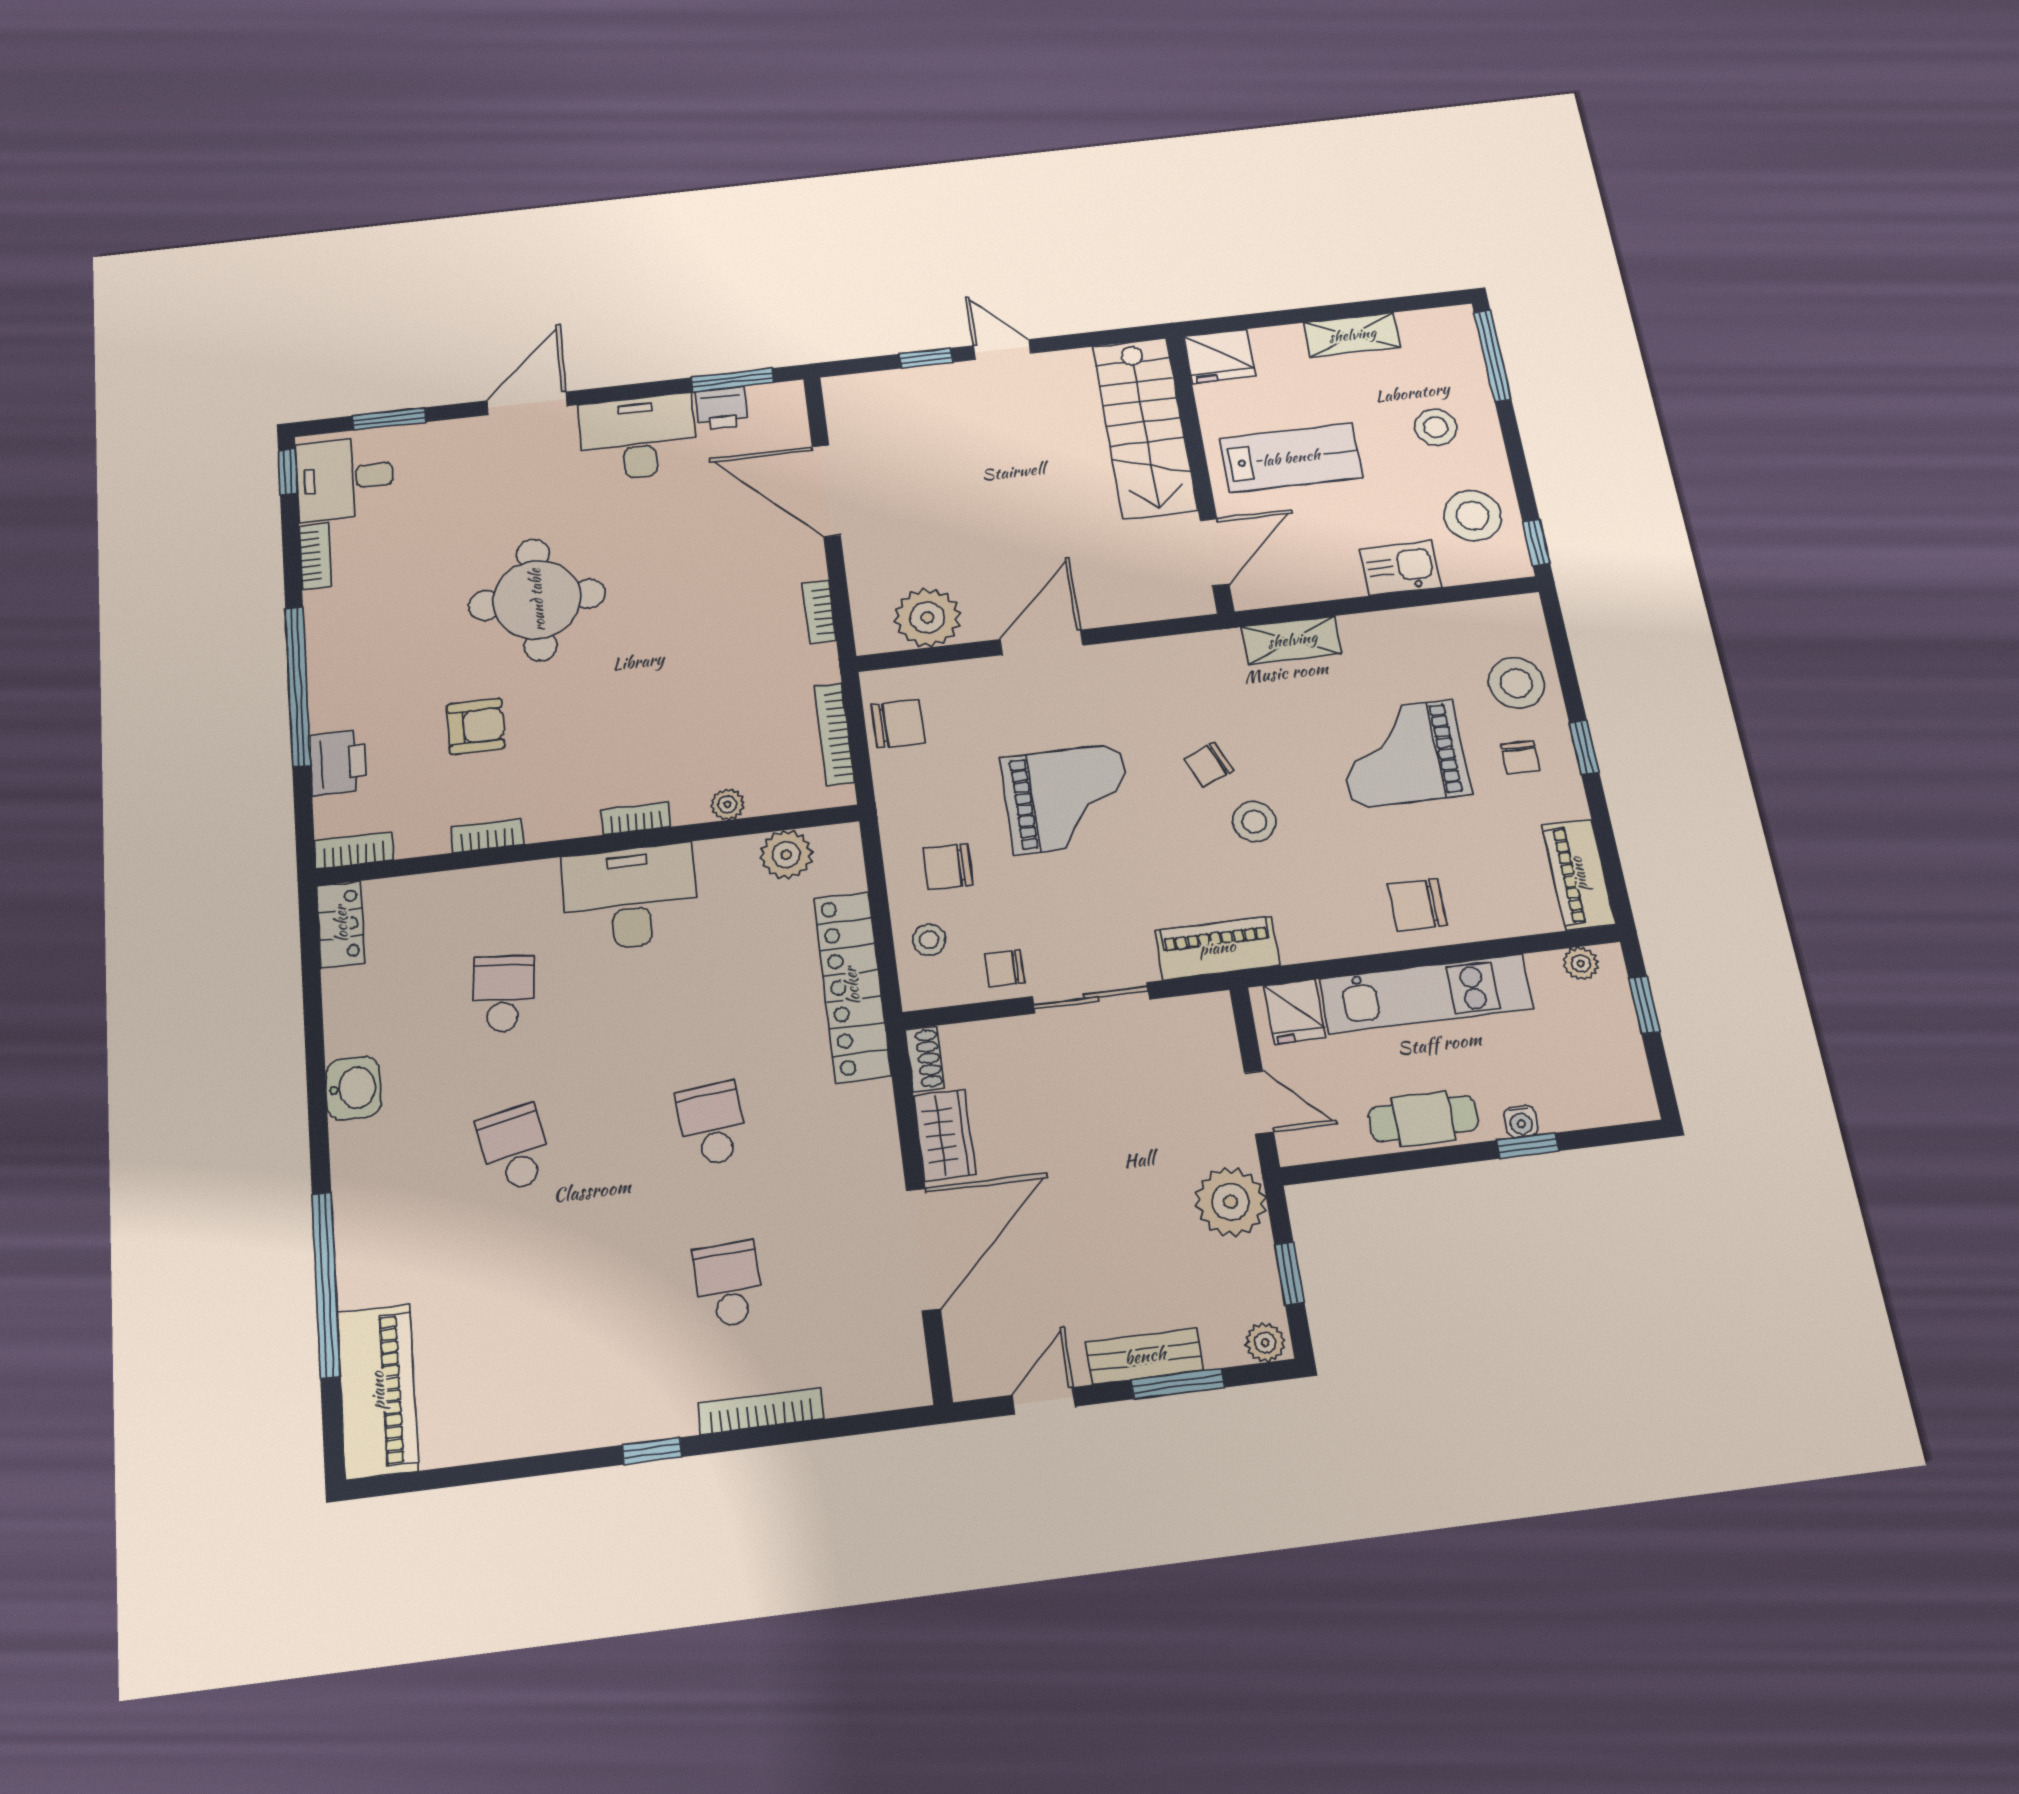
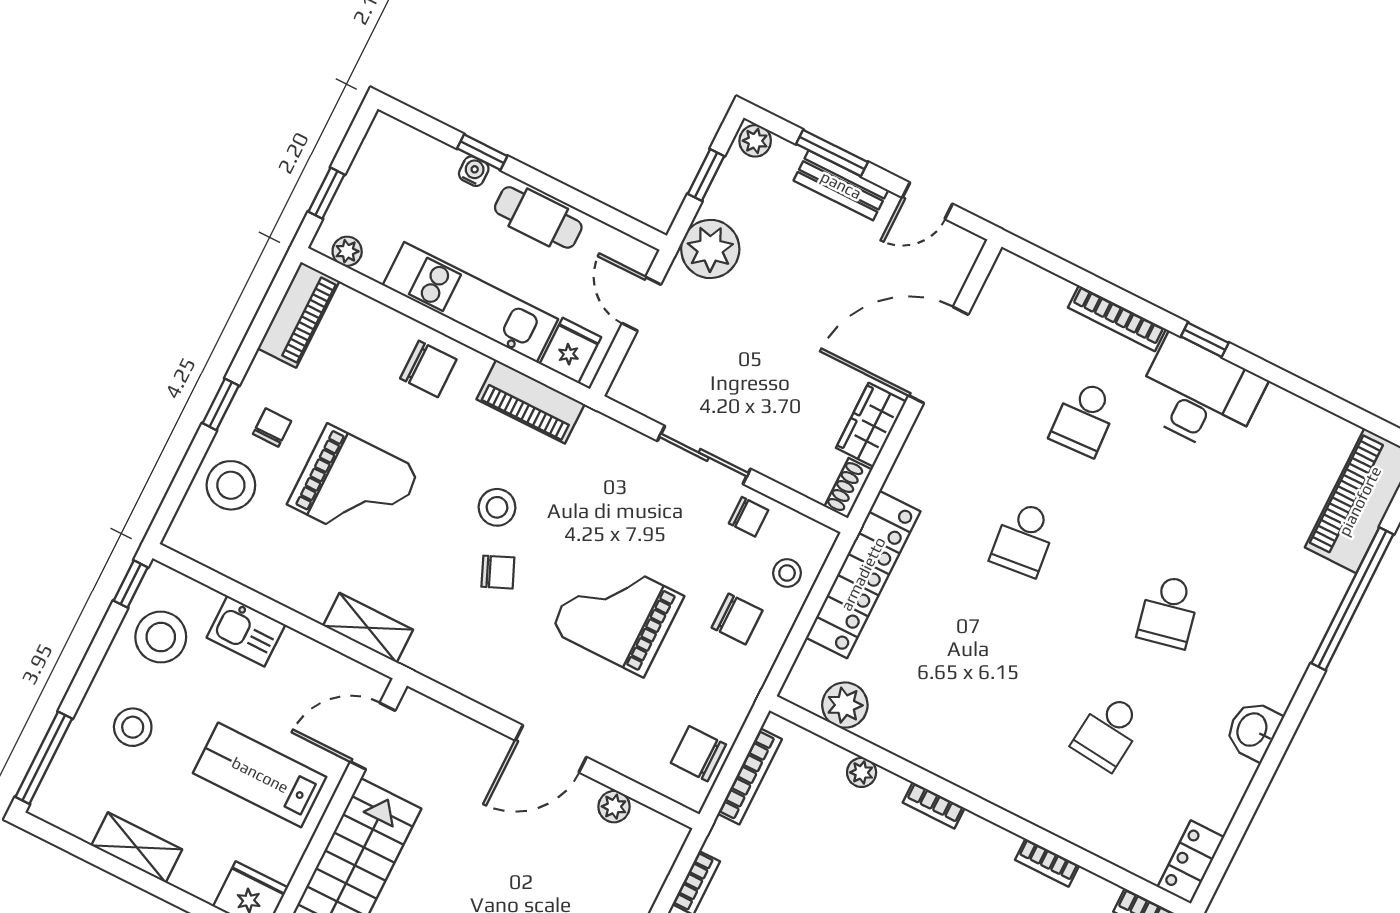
plant: (927, 617) -> (614, 807), width x0.53, depth x0.53
desk: (630, 897) -> (1199, 395), moved, turned 180
piano: (1217, 948) -> (531, 402), moved

